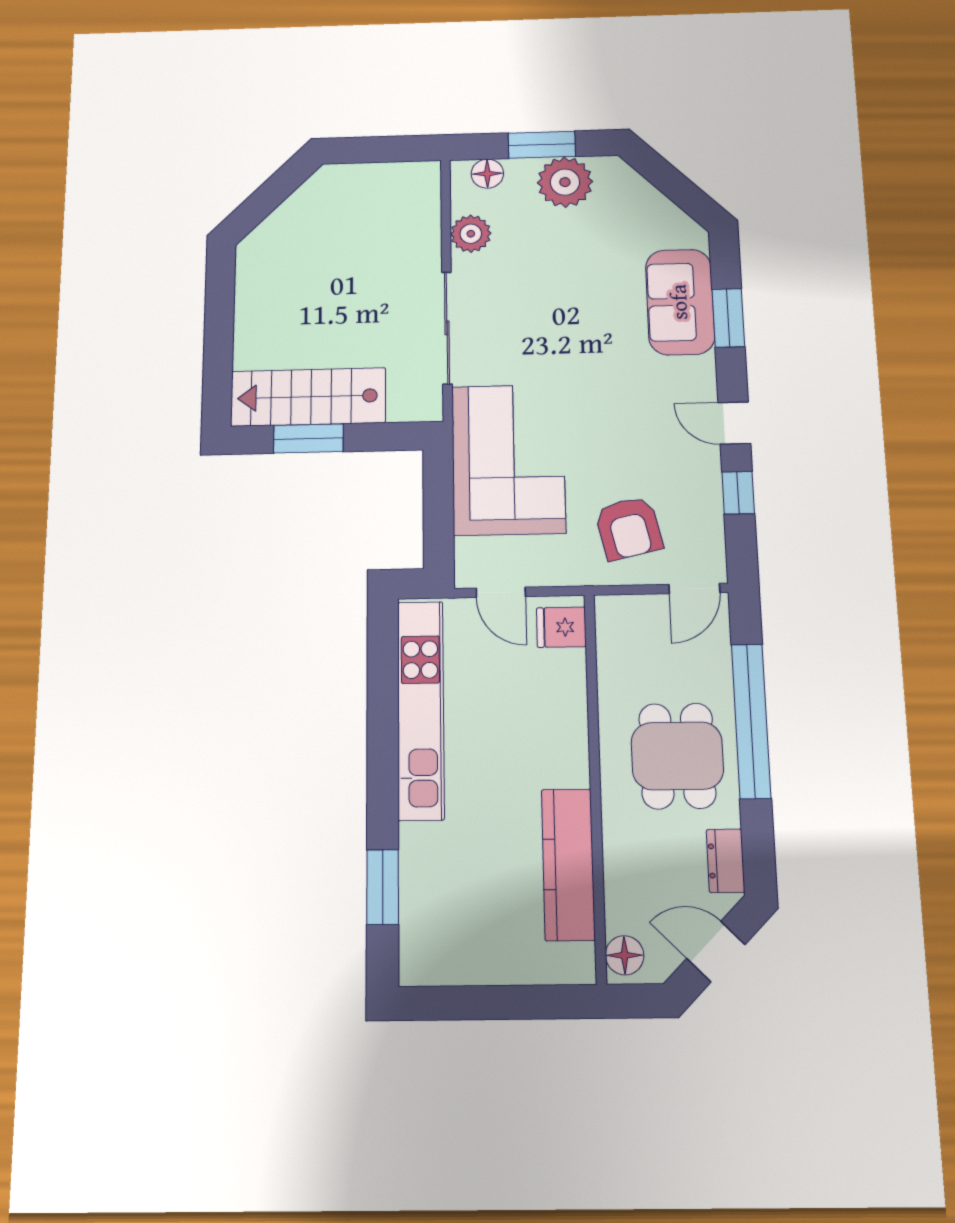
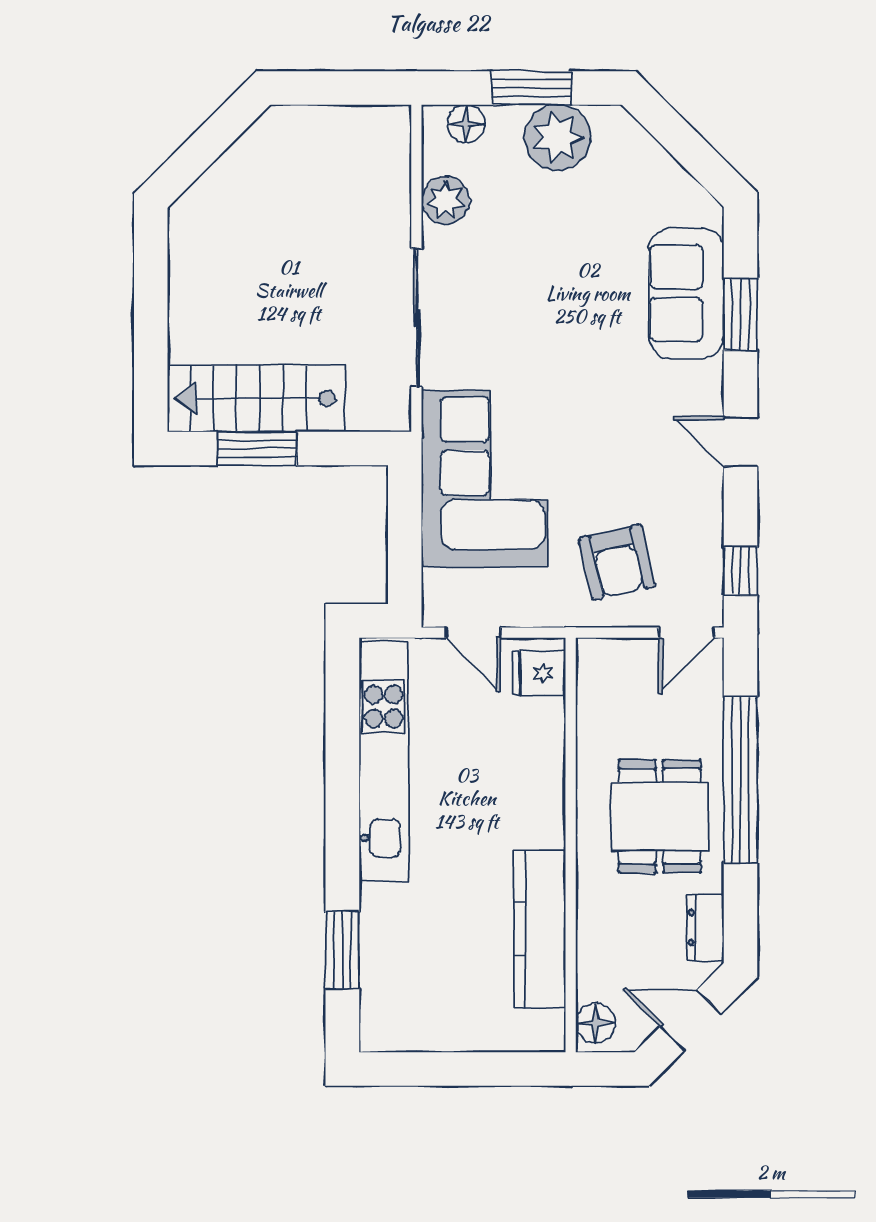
window: (738, 493) -> (740, 571), moved

